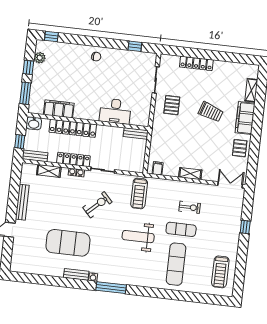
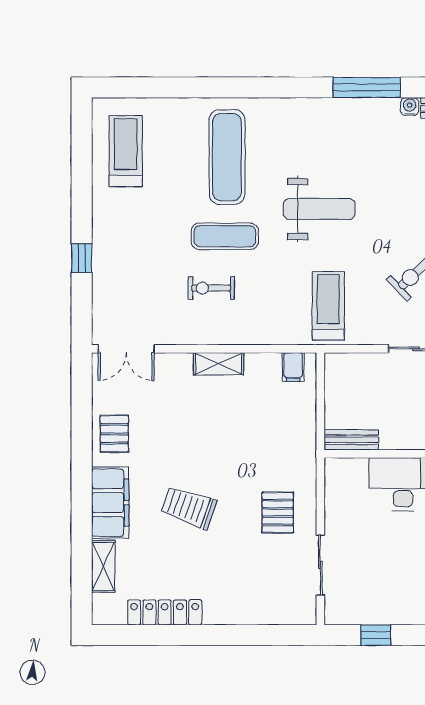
locker: (196, 63) -> (165, 612), moved

